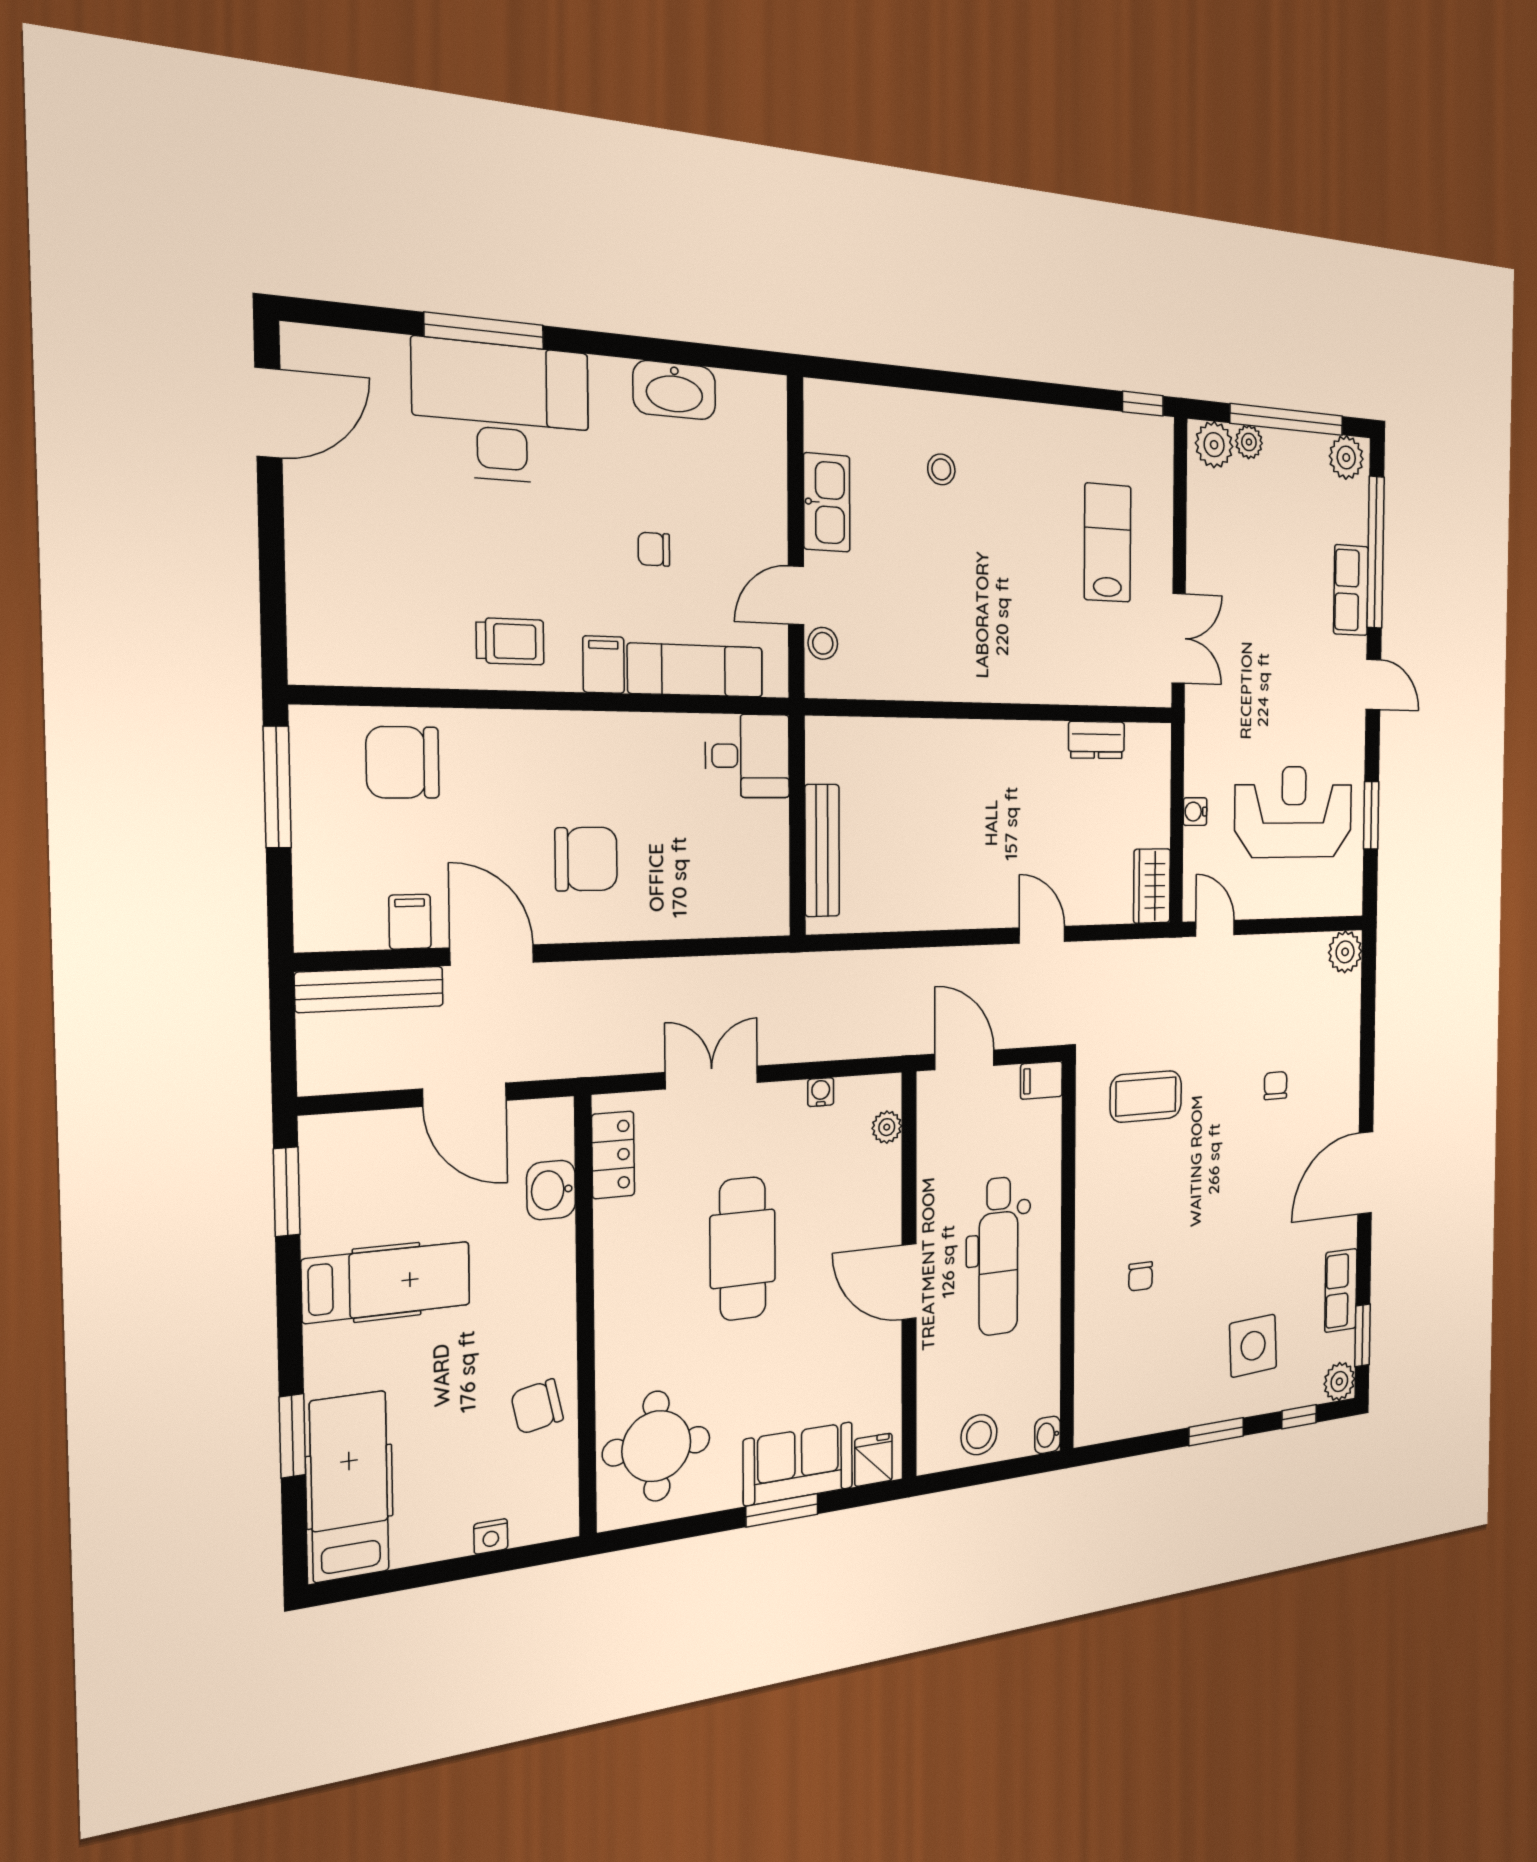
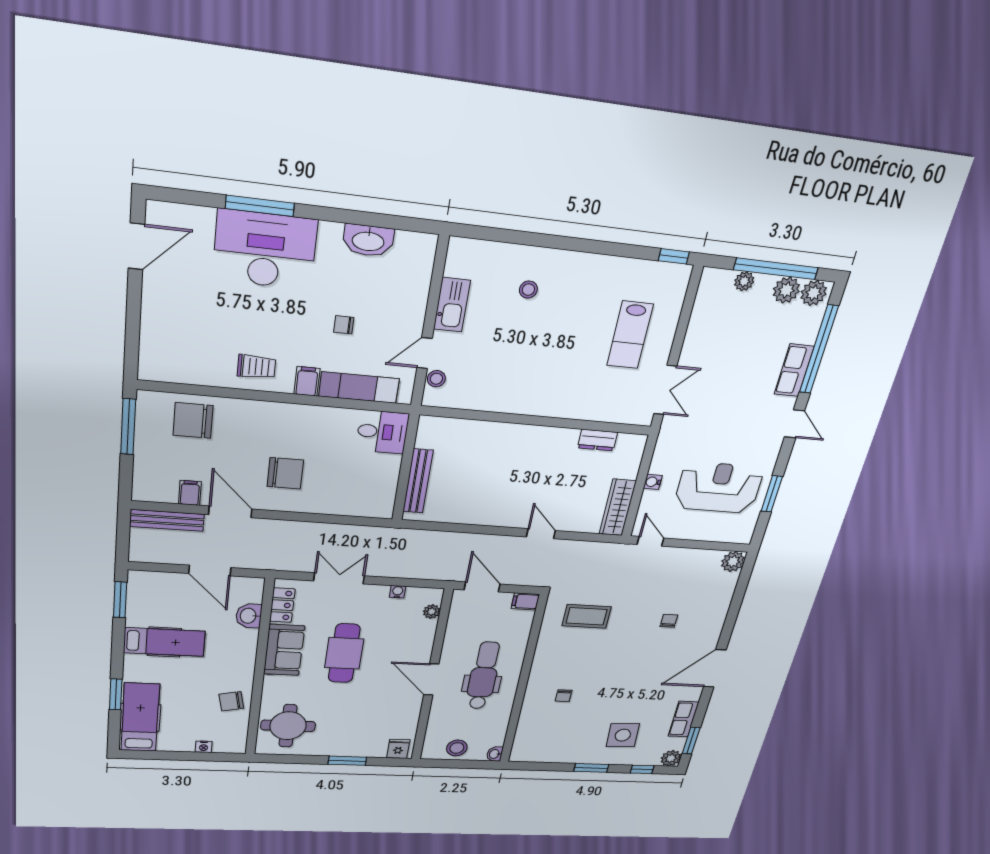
plant: (1214, 445) -> (786, 290), moved
lab bench: (1108, 543) -> (630, 335), turned 180
wardrobe: (1152, 886) -> (618, 507), width x1.50
dental chair: (998, 1256) -> (483, 676), turned 180
sofa: (798, 1464) -> (284, 650), moved, turned 90

